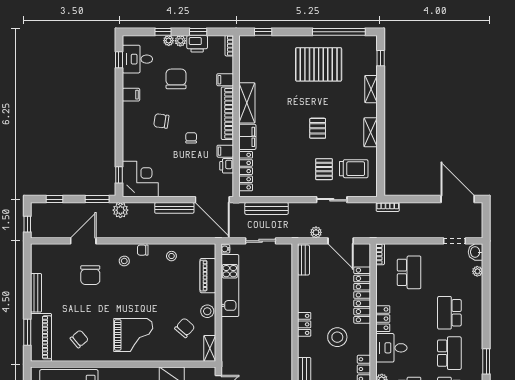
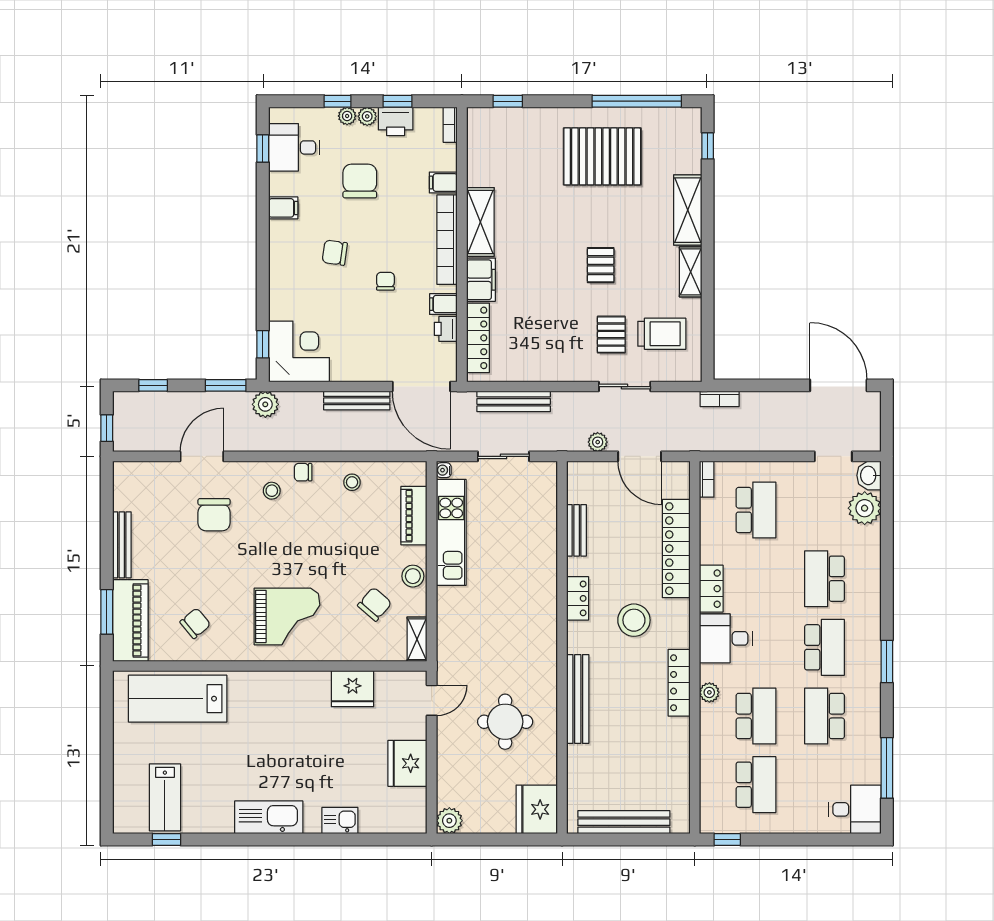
shelving: (371, 89) -> (688, 210), width x1.50, depth x1.33
bench: (304, 260) -> (577, 530), moved
plant: (477, 271) -> (865, 508), width x1.88, depth x1.88

